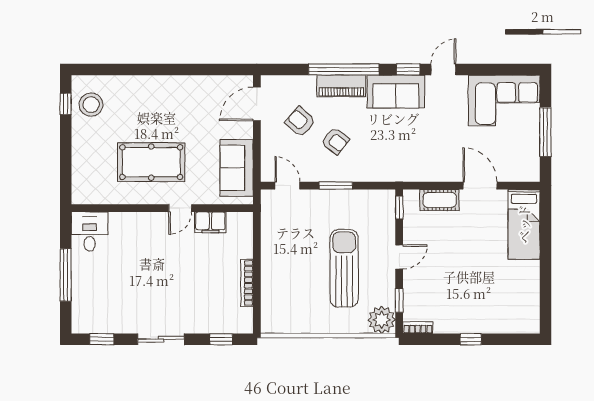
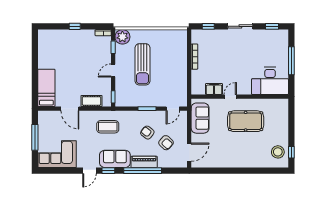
coffee table: (409, 152) -> (108, 127), added
door: (287, 186) -> (173, 109), hinge flipped
desk: (90, 232) -> (270, 81), width x1.87, depth x1.30

